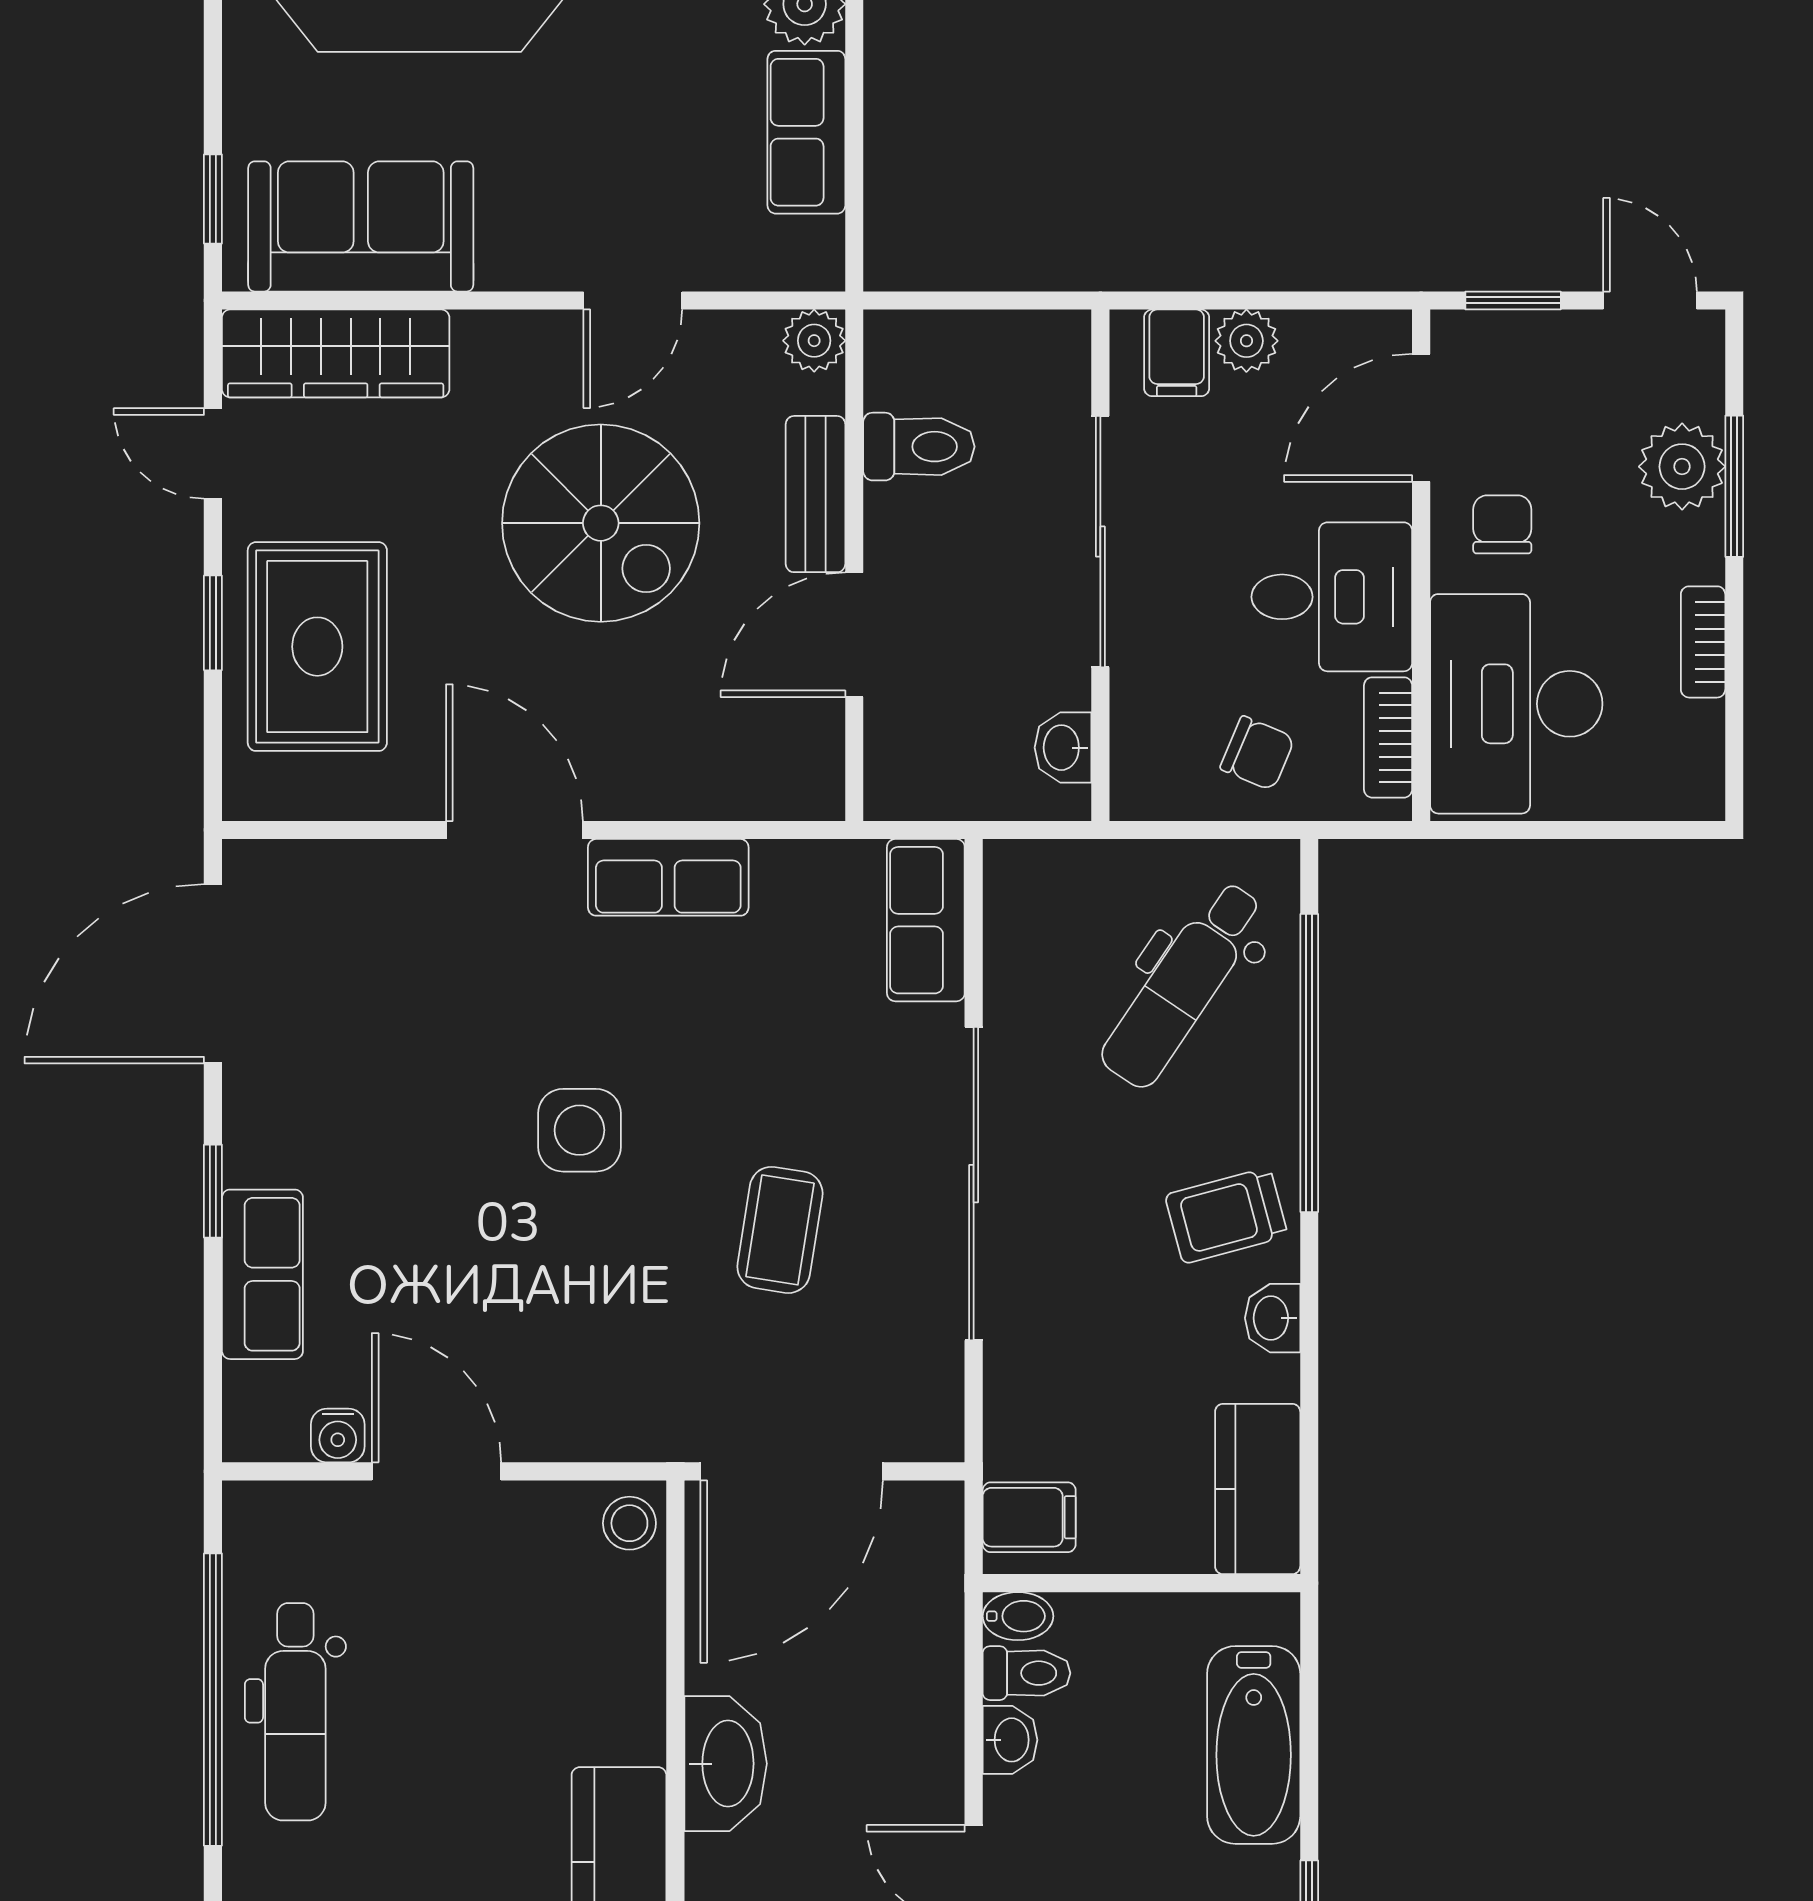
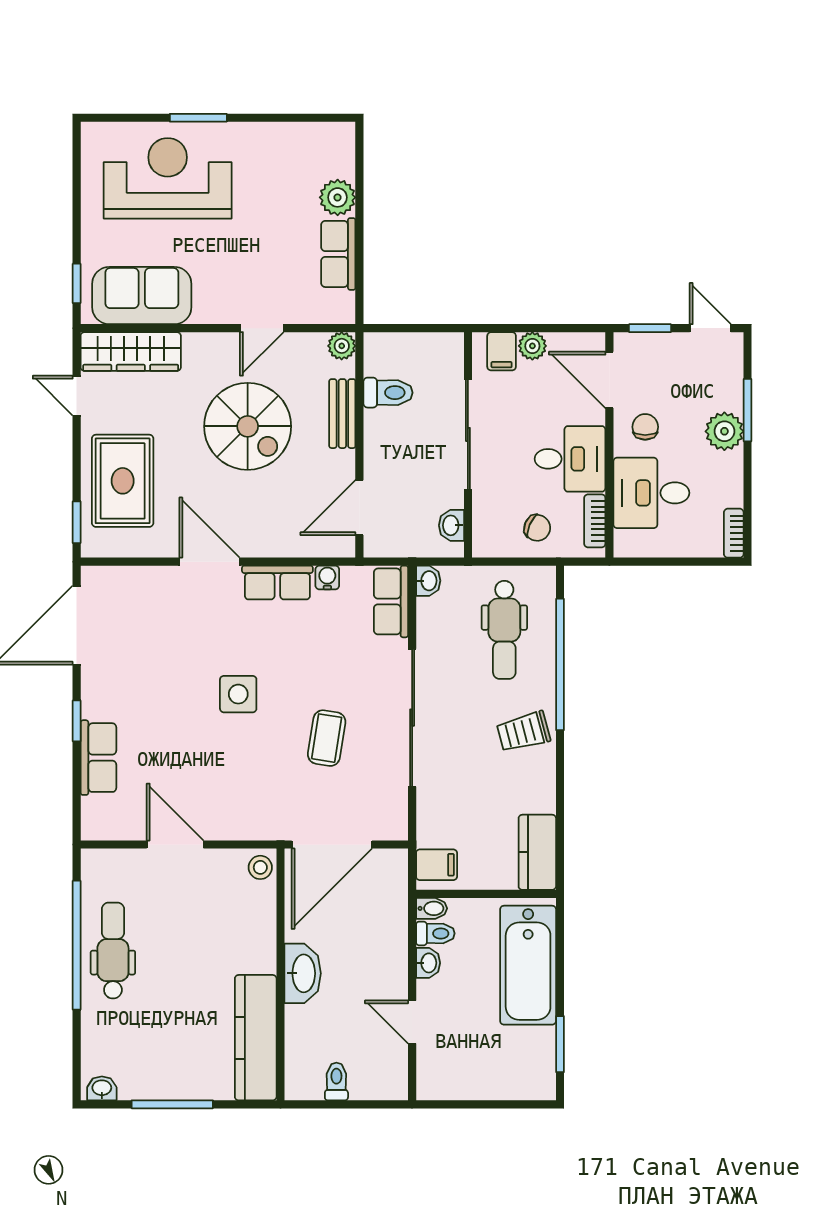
door: (1421, 418) -> (609, 380), hinge flipped
plant: (1682, 467) -> (724, 431), moved
window: (213, 623) -> (77, 522), moved
door: (854, 635) -> (359, 508), moved
bookcase: (1703, 642) -> (734, 533), moved
desk: (1516, 704) -> (651, 493), width x0.73
dental chair: (1183, 985) -> (504, 630), turned -34
washbasin: (1273, 1318) -> (428, 581), moved, turned 180
water cooler: (338, 1435) -> (327, 577), moved, turned 180
dental chair: (295, 1712) -> (113, 951), turned 180
bathtub: (1254, 1745) -> (528, 965), width x1.36, depth x1.36

